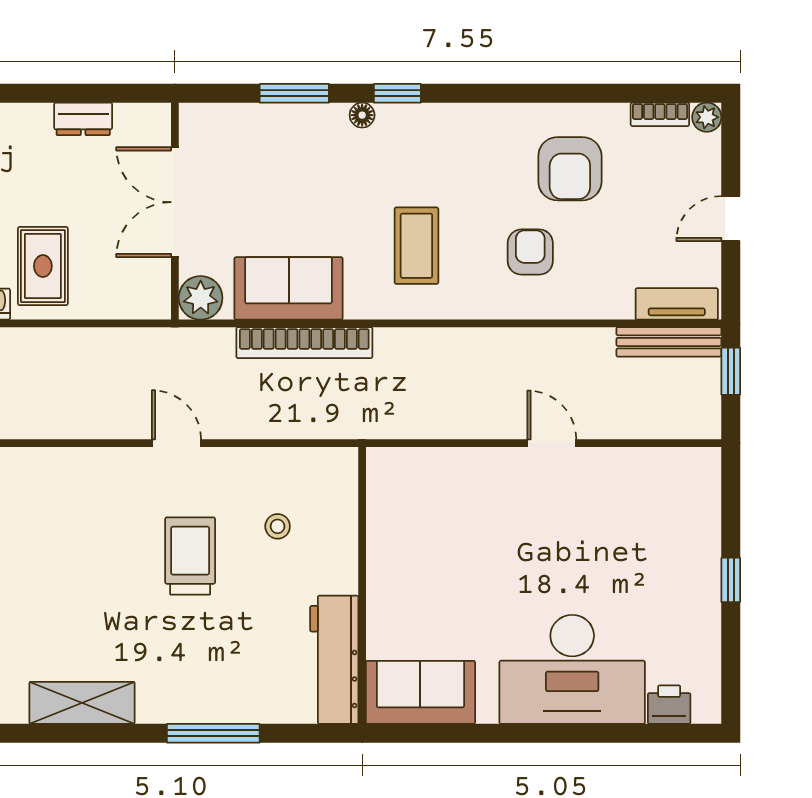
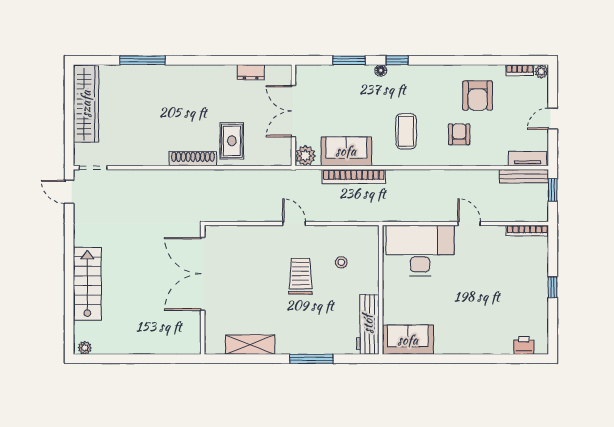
bookcase: (676, 459) -> (527, 231), added
desk: (572, 669) -> (420, 251), moved, turned 180

